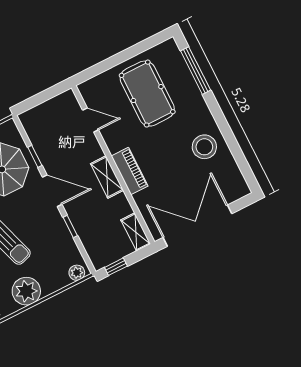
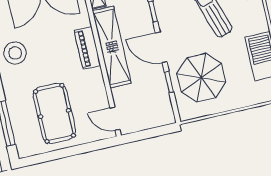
door: (90, 120) -> (115, 119), moved
shelving: (107, 177) -> (112, 47), width x2.20, depth x1.33

